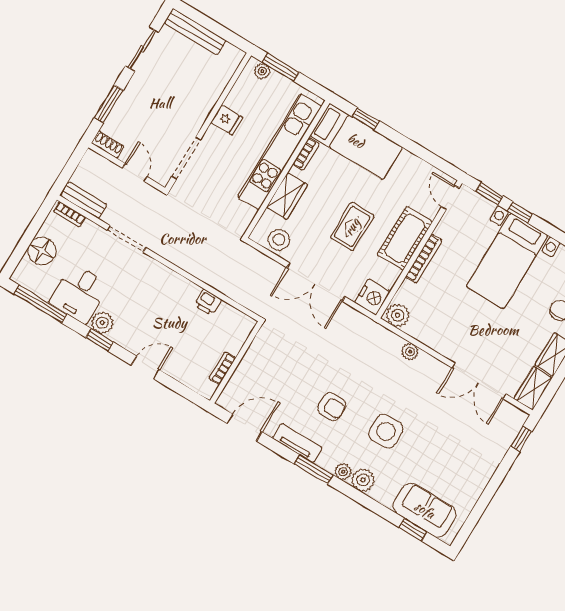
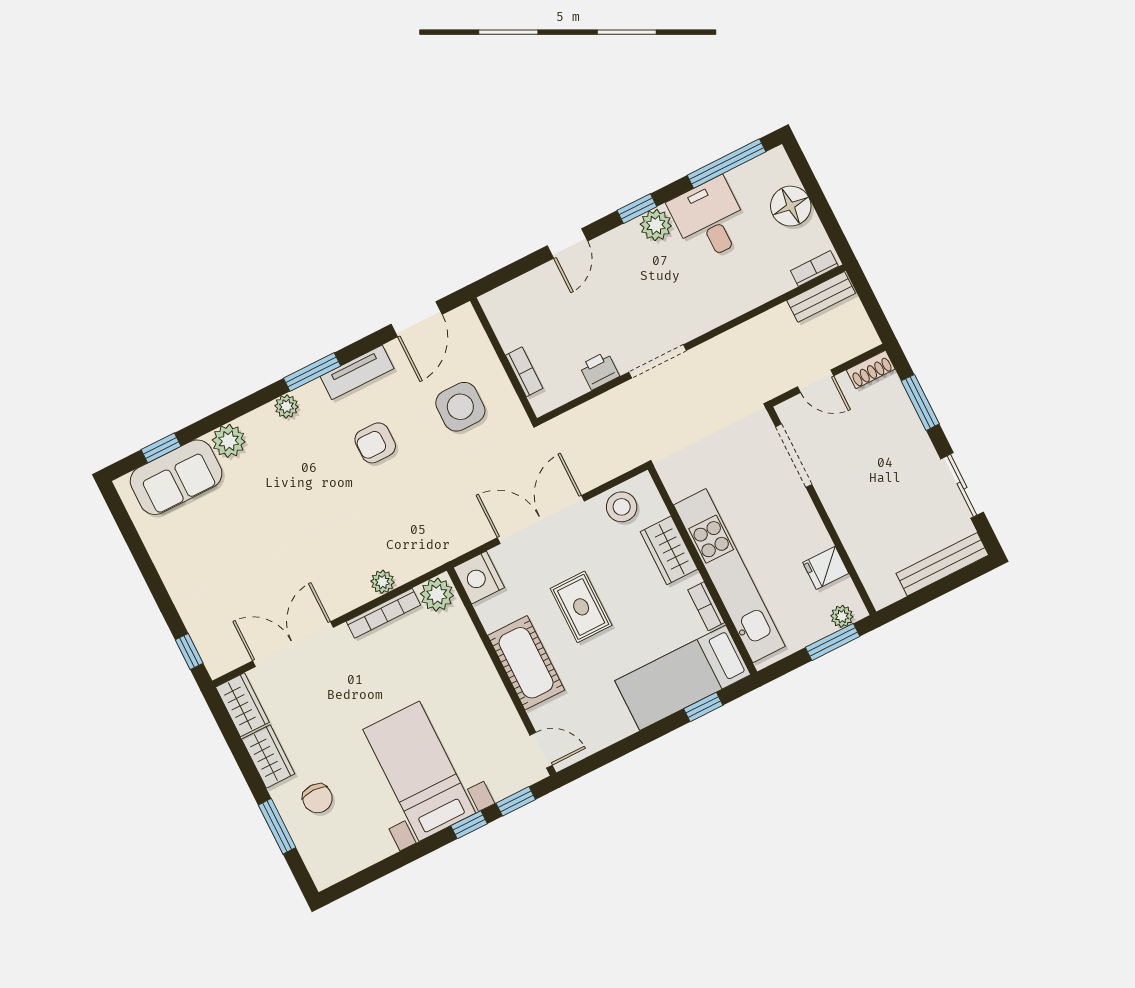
fridge: (227, 120) -> (826, 568), moved
doorway: (126, 239) -> (658, 361), moved
bookcase: (424, 259) -> (383, 613), moved, turned -90
bookcase: (222, 368) -> (524, 372), moved
side table: (386, 431) -> (460, 407), moved
plant: (363, 480) -> (229, 441), moved

